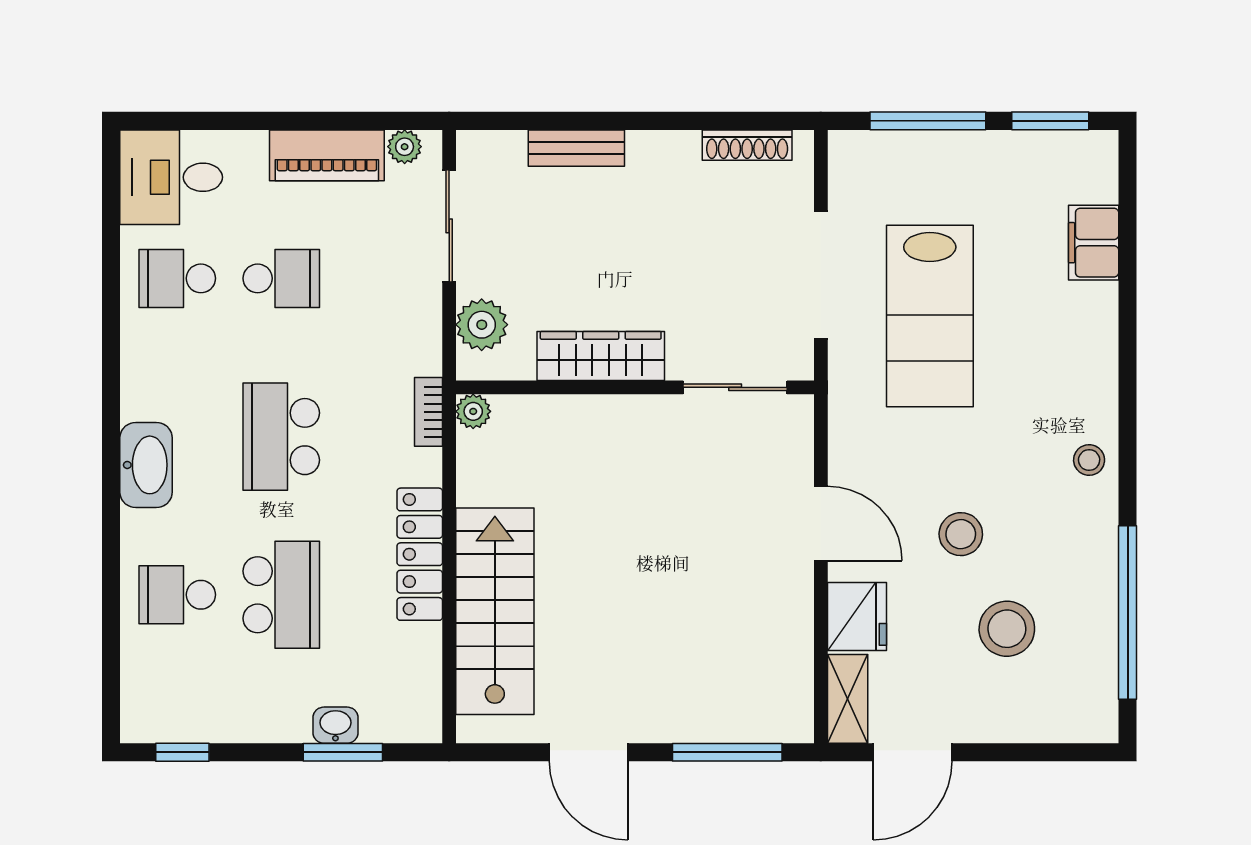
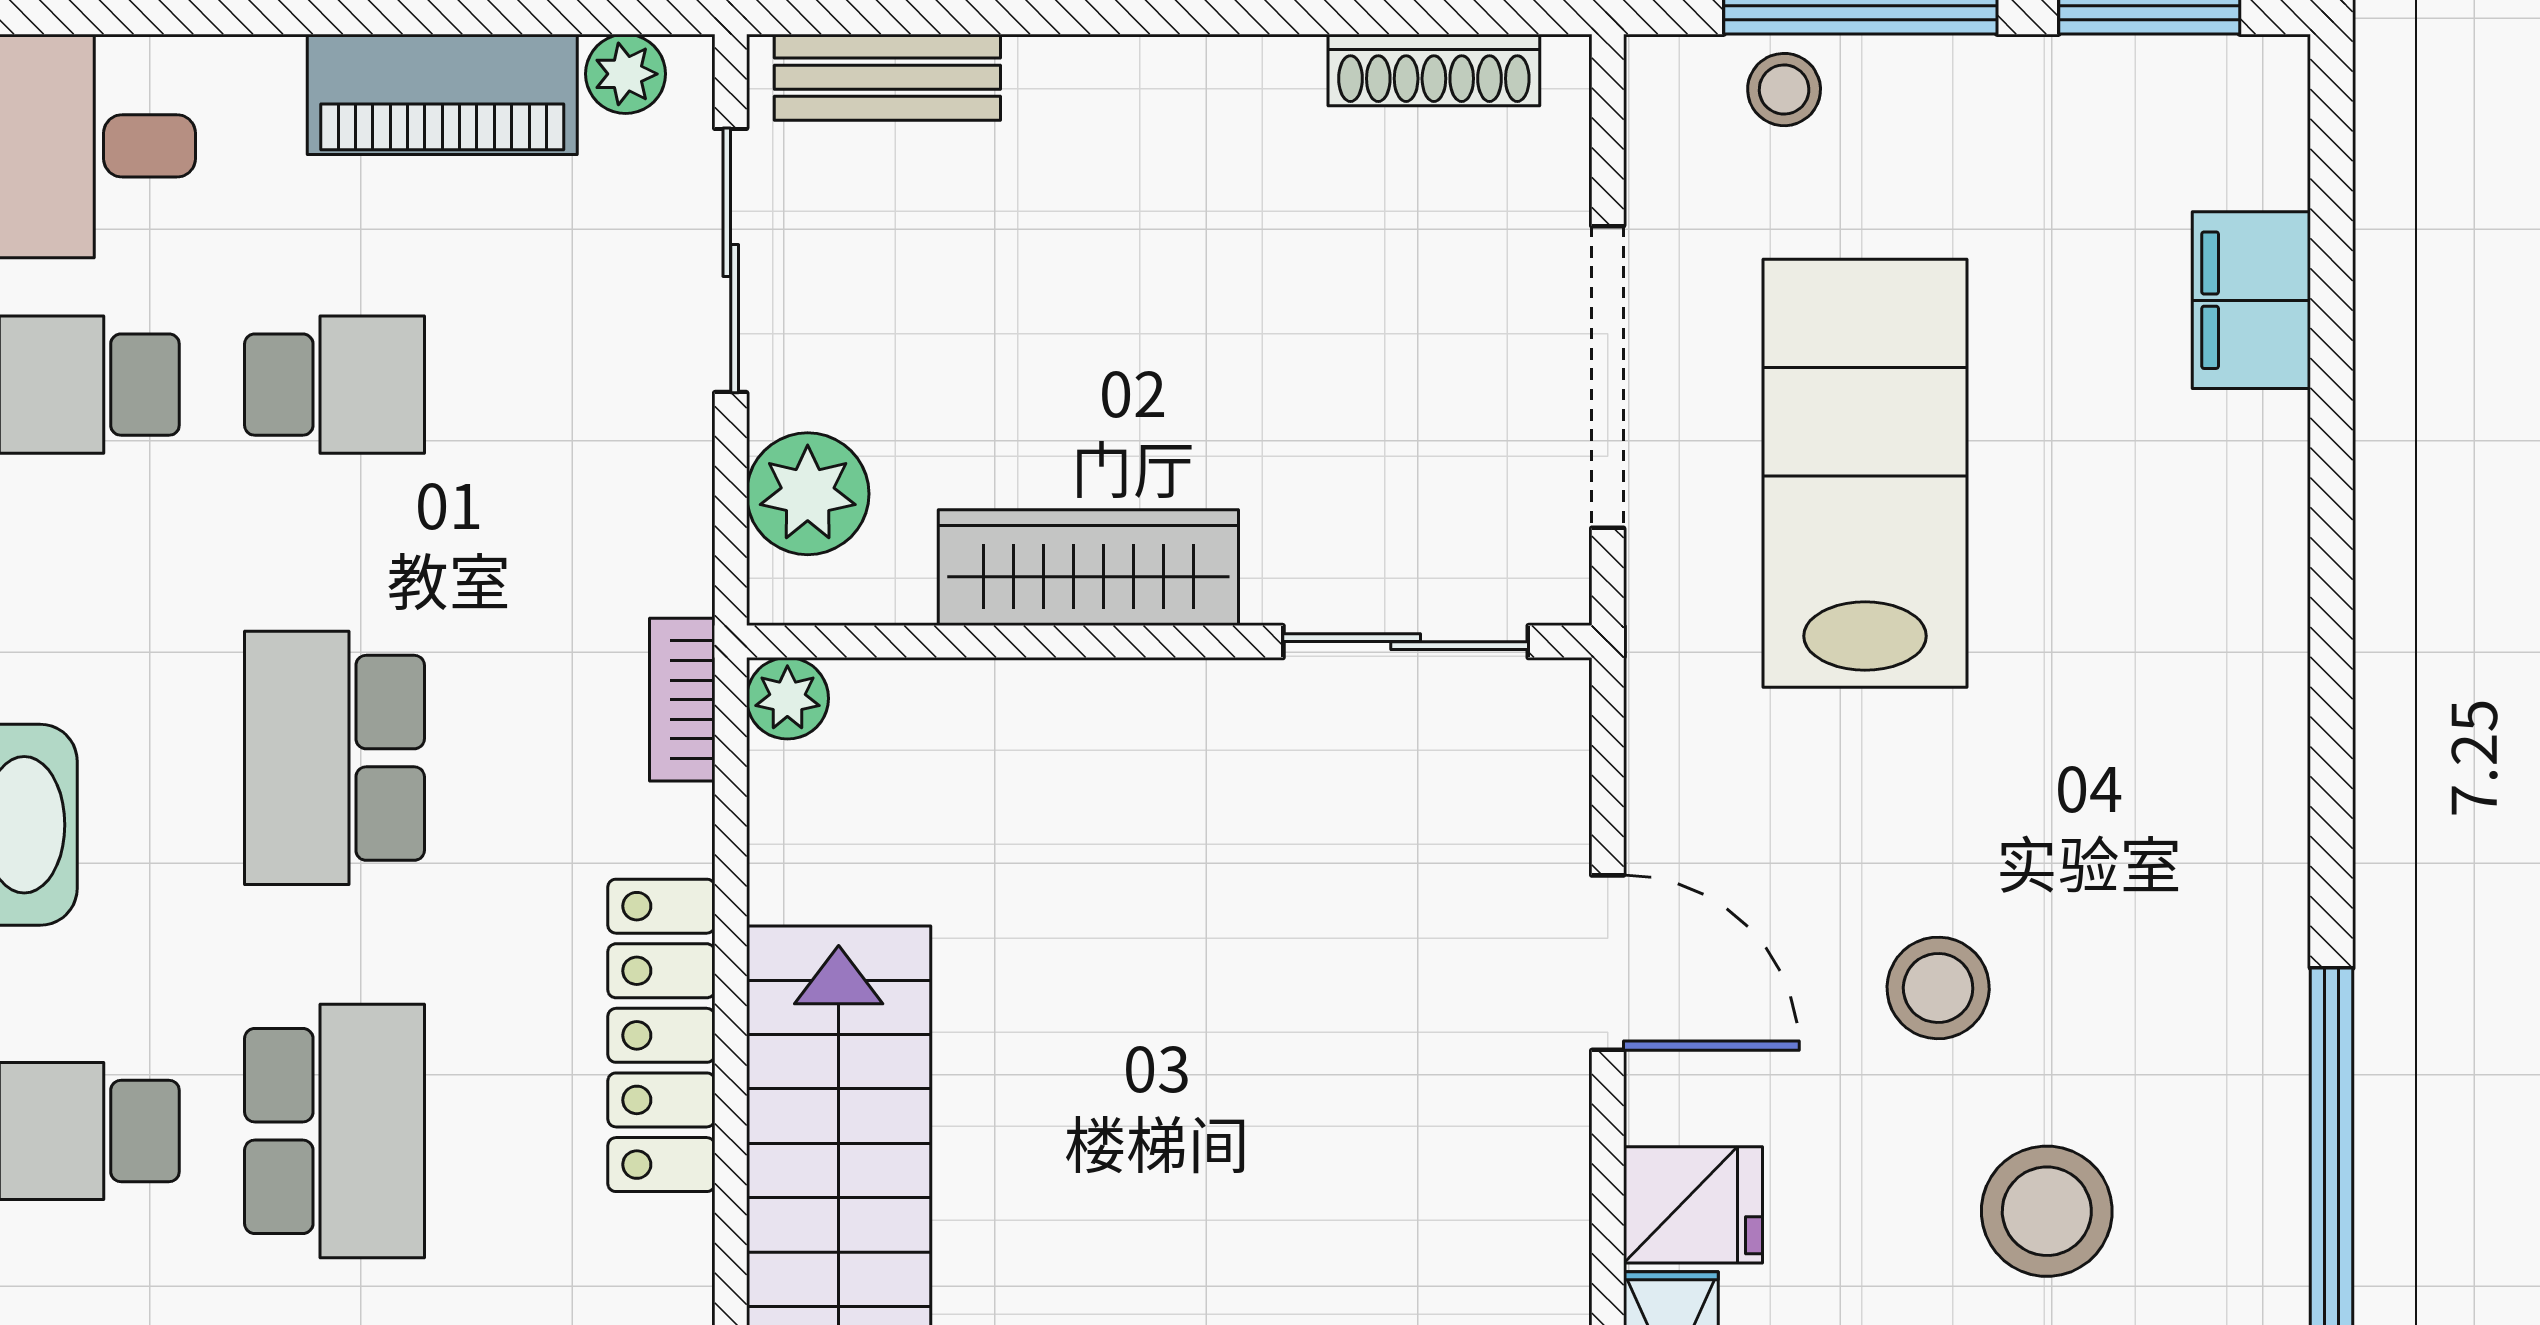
bench: (576, 148) -> (887, 77), moved
lab bench: (930, 316) -> (1865, 473), turned 180
stool: (1089, 460) -> (1784, 90), moved
fridge: (857, 617) -> (1693, 1205), width x0.72

